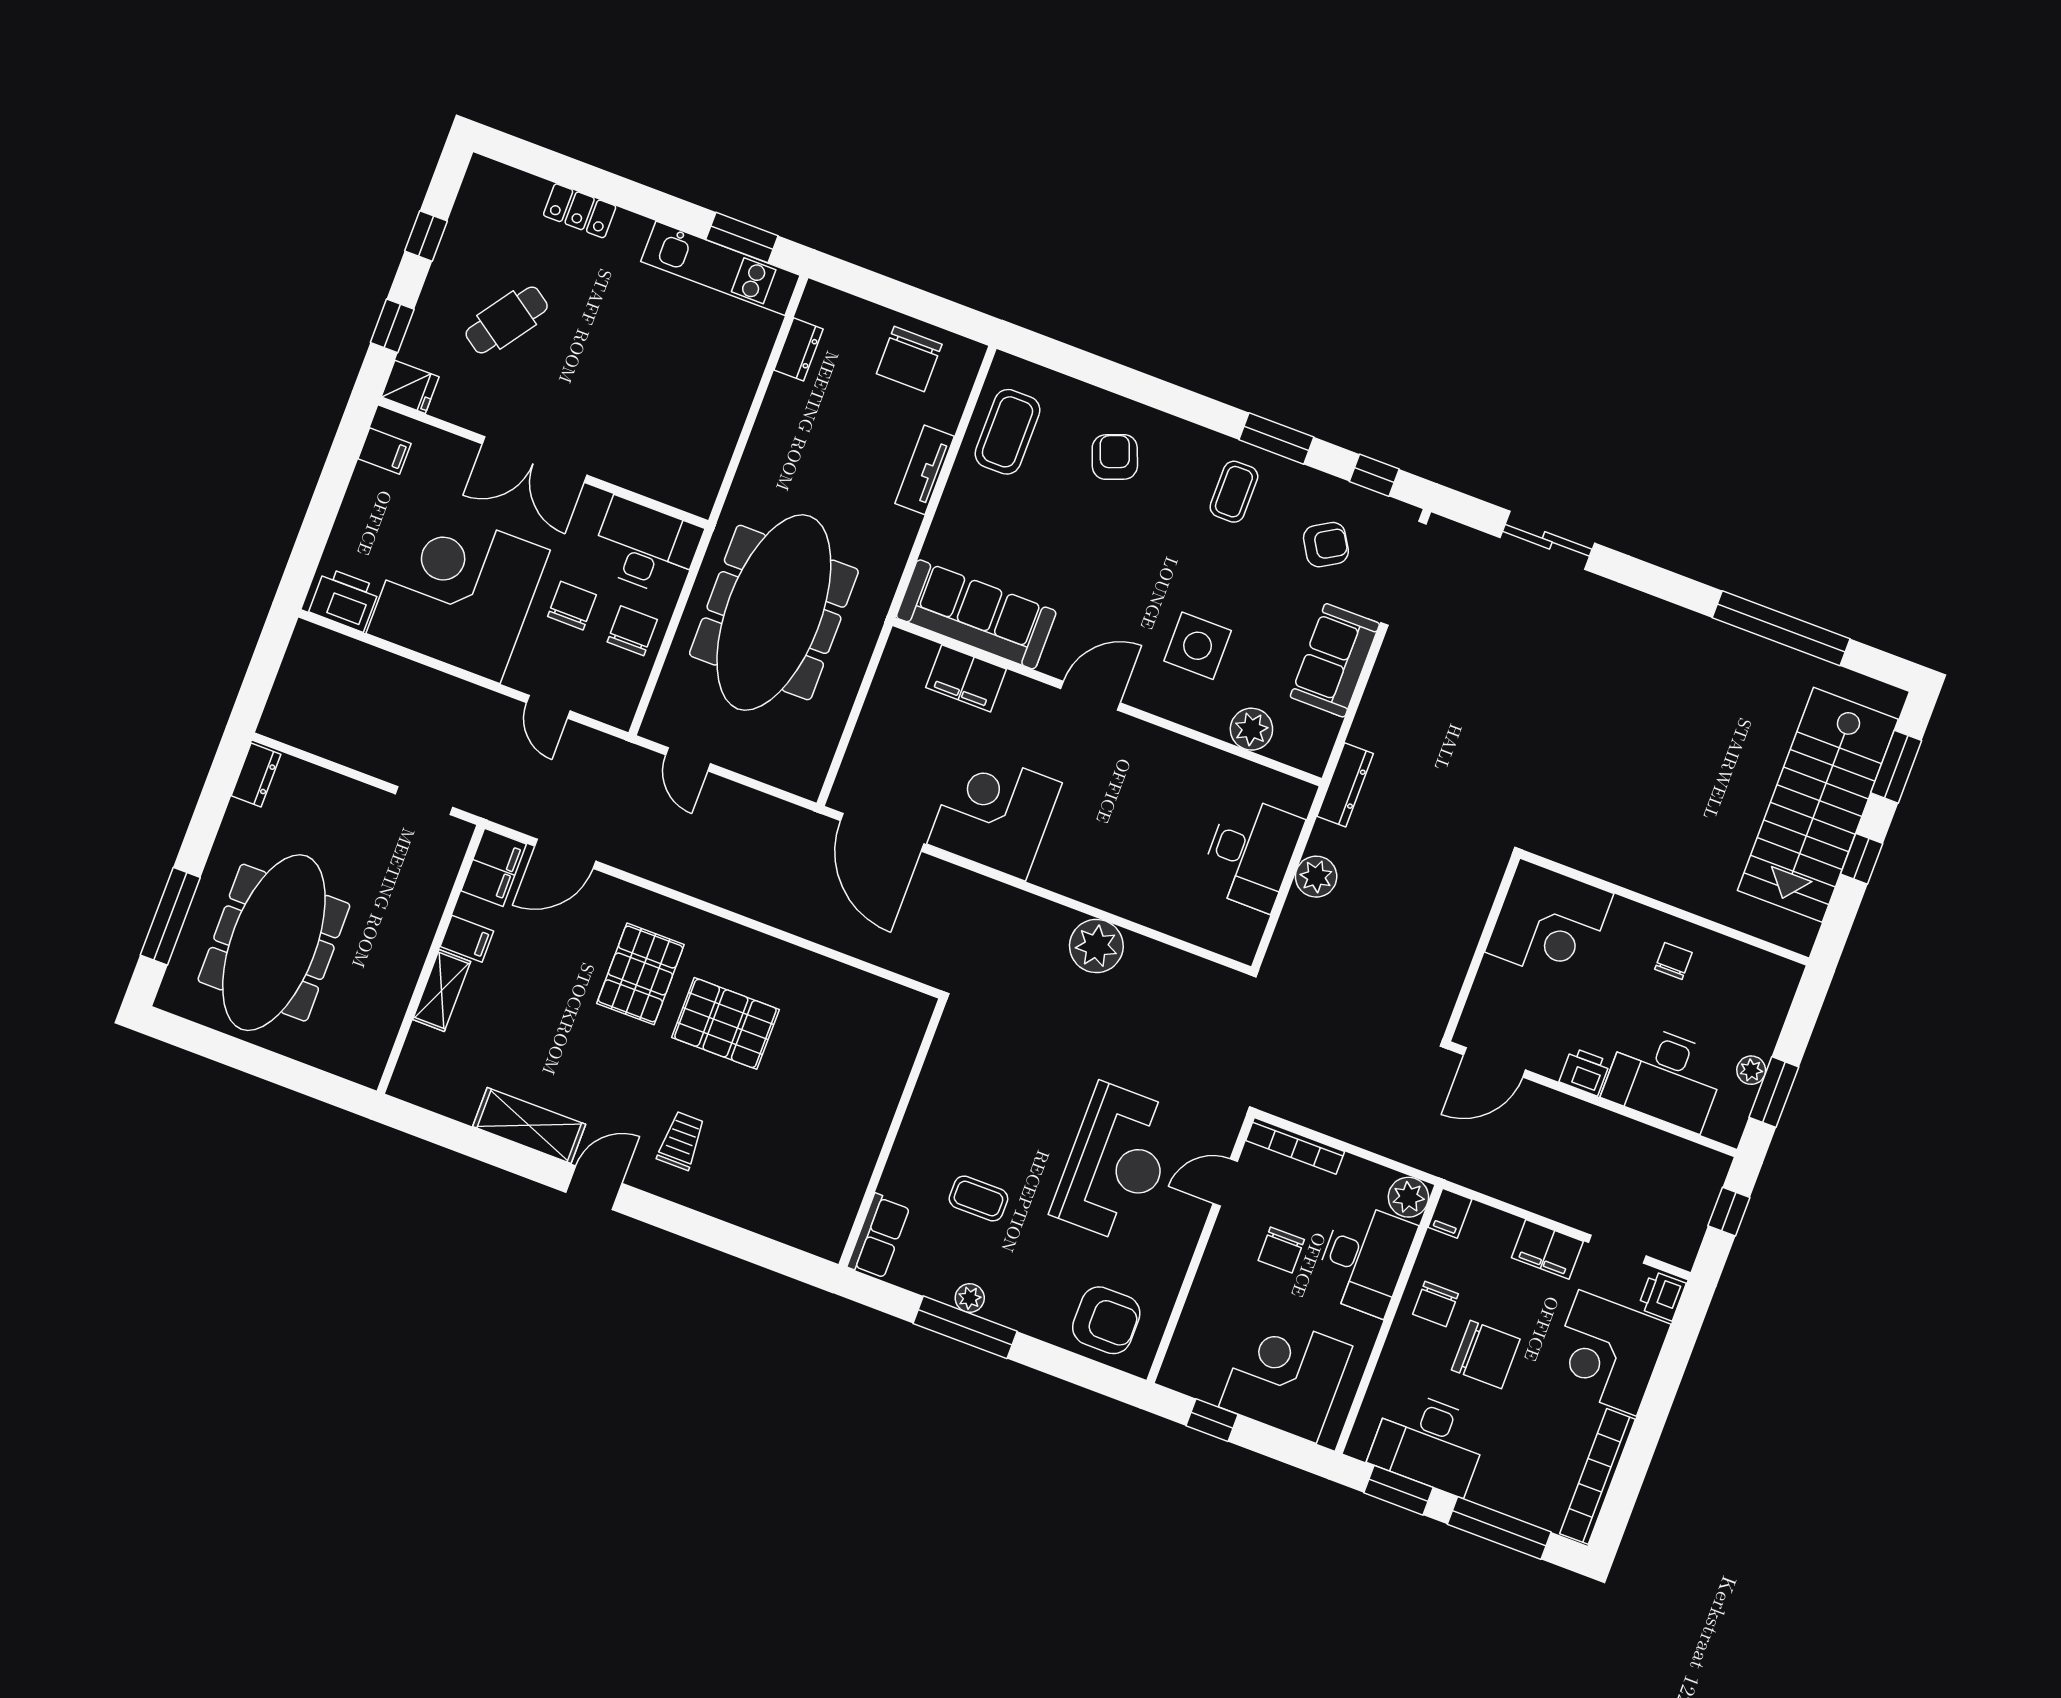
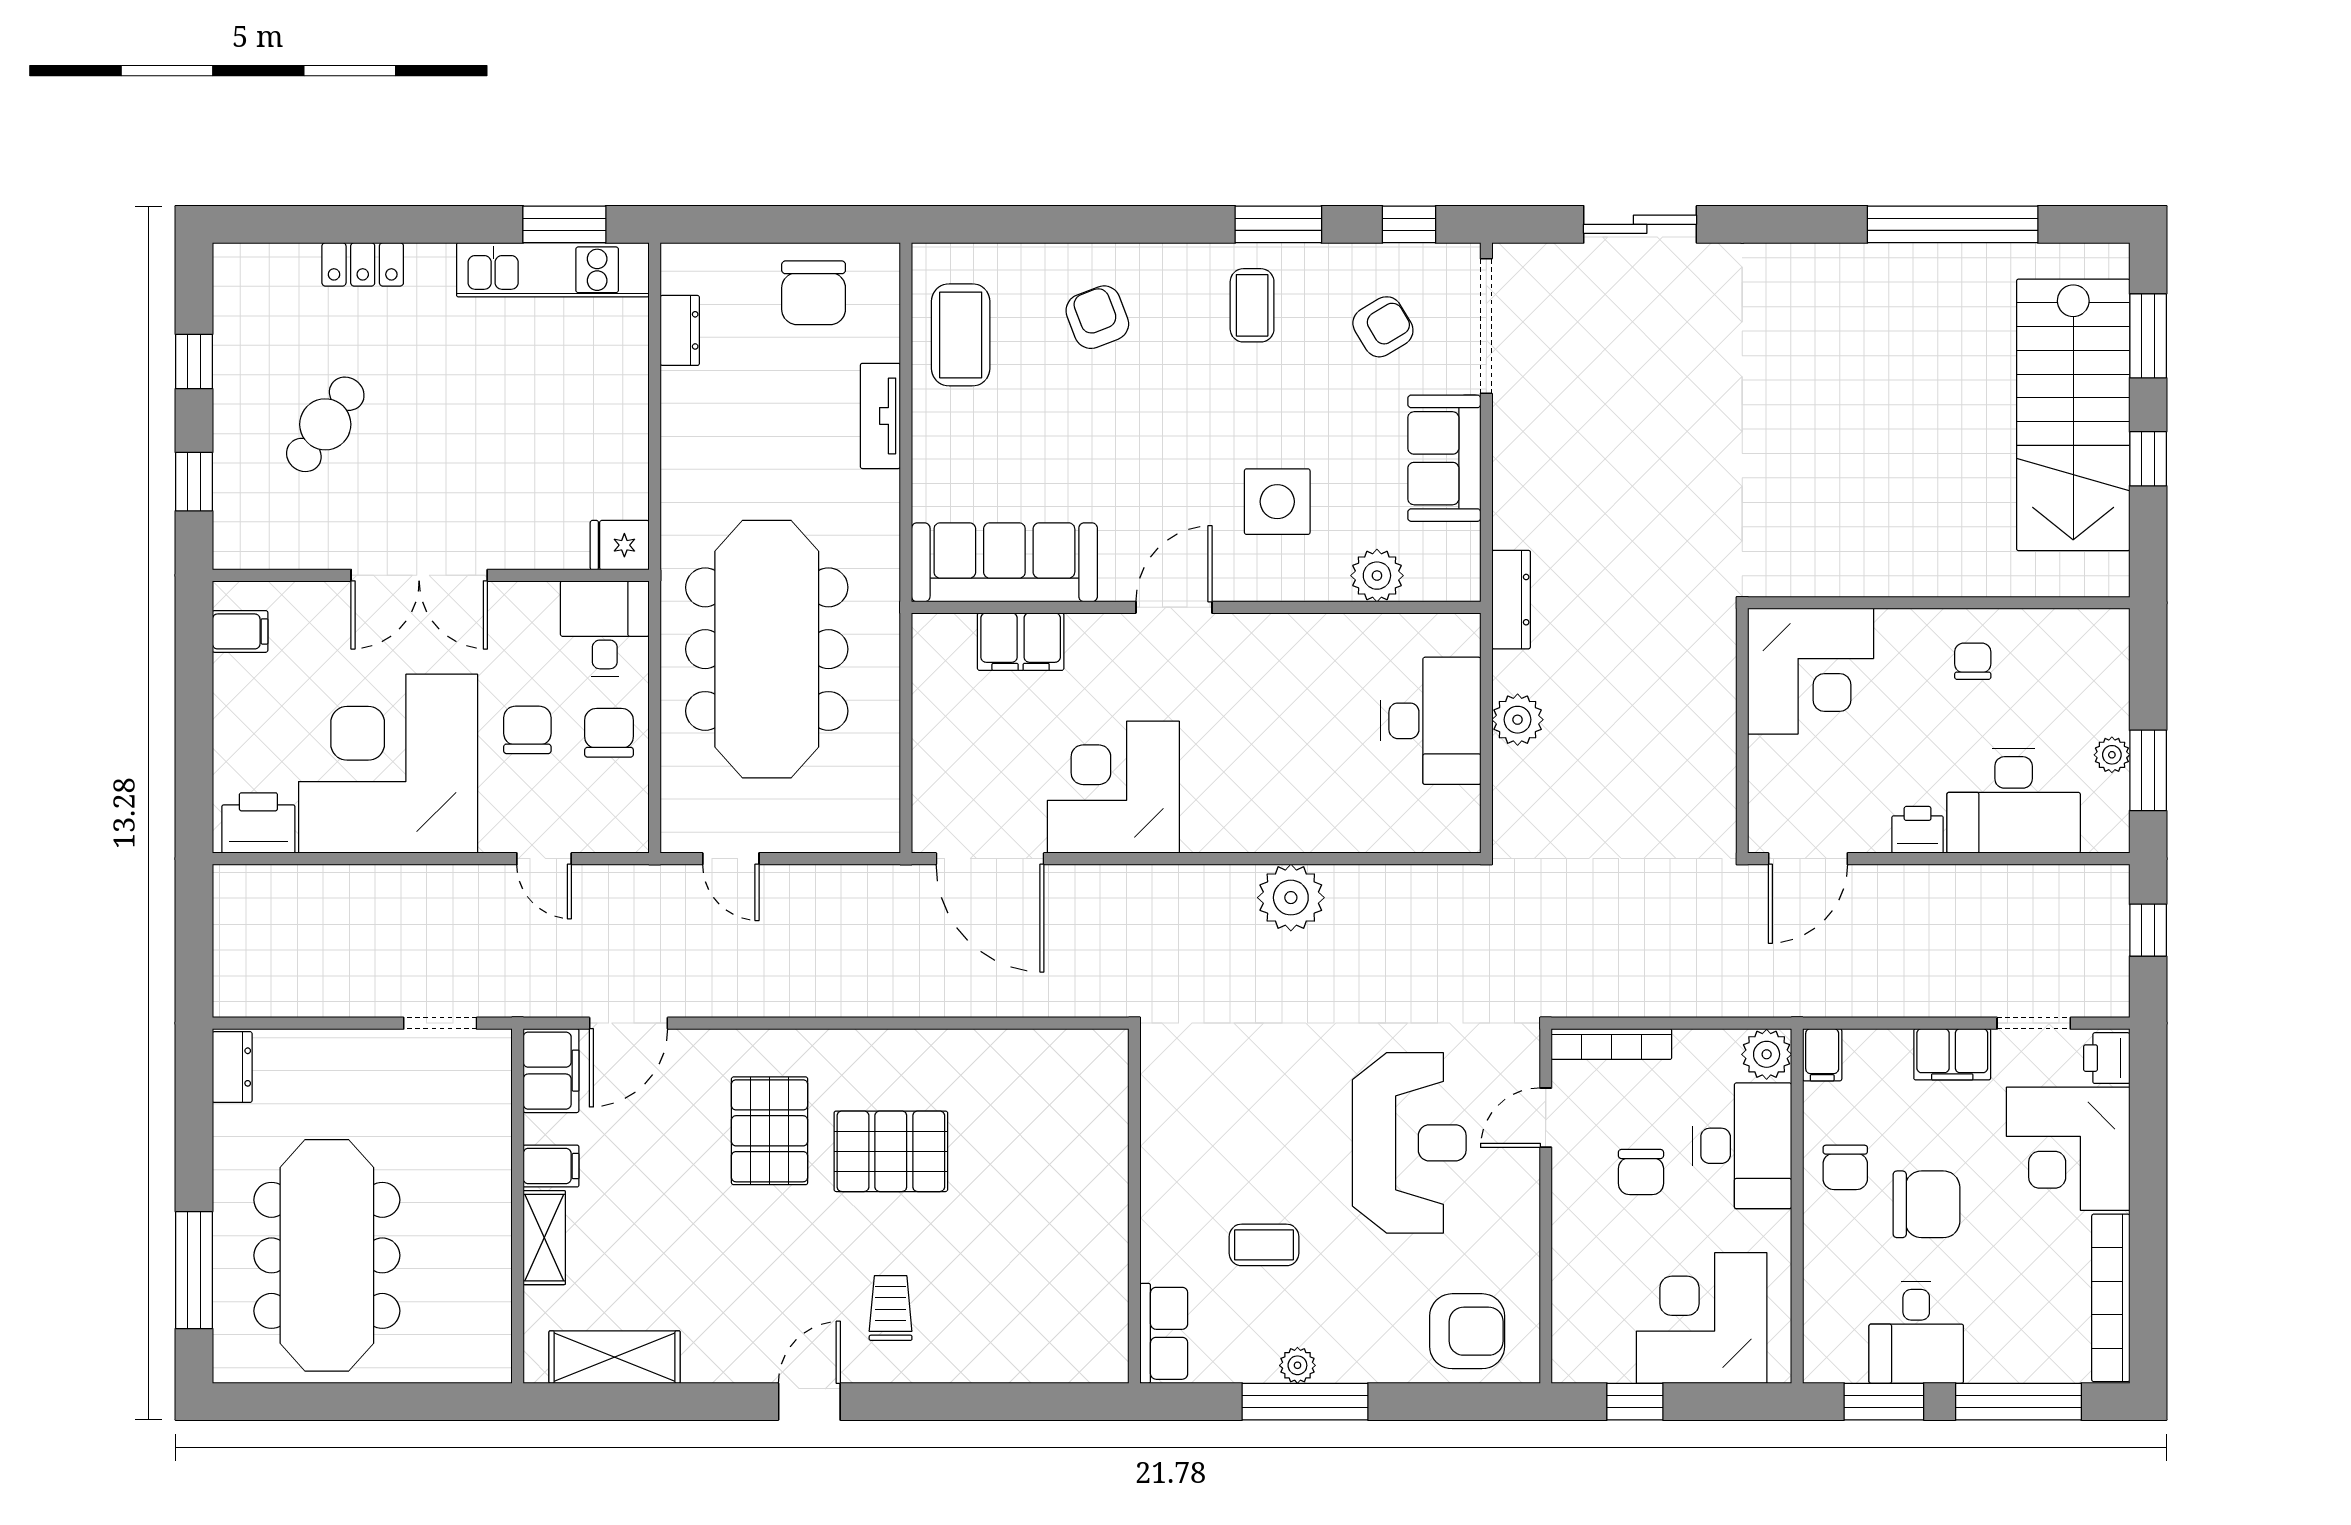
fridge: (410, 387) -> (620, 545), moved, turned 180
desk: (646, 547) -> (605, 629), width x0.73
shelving: (529, 1125) -> (615, 1357), moved
desk: (1429, 1442) -> (1916, 1332), width x0.73

